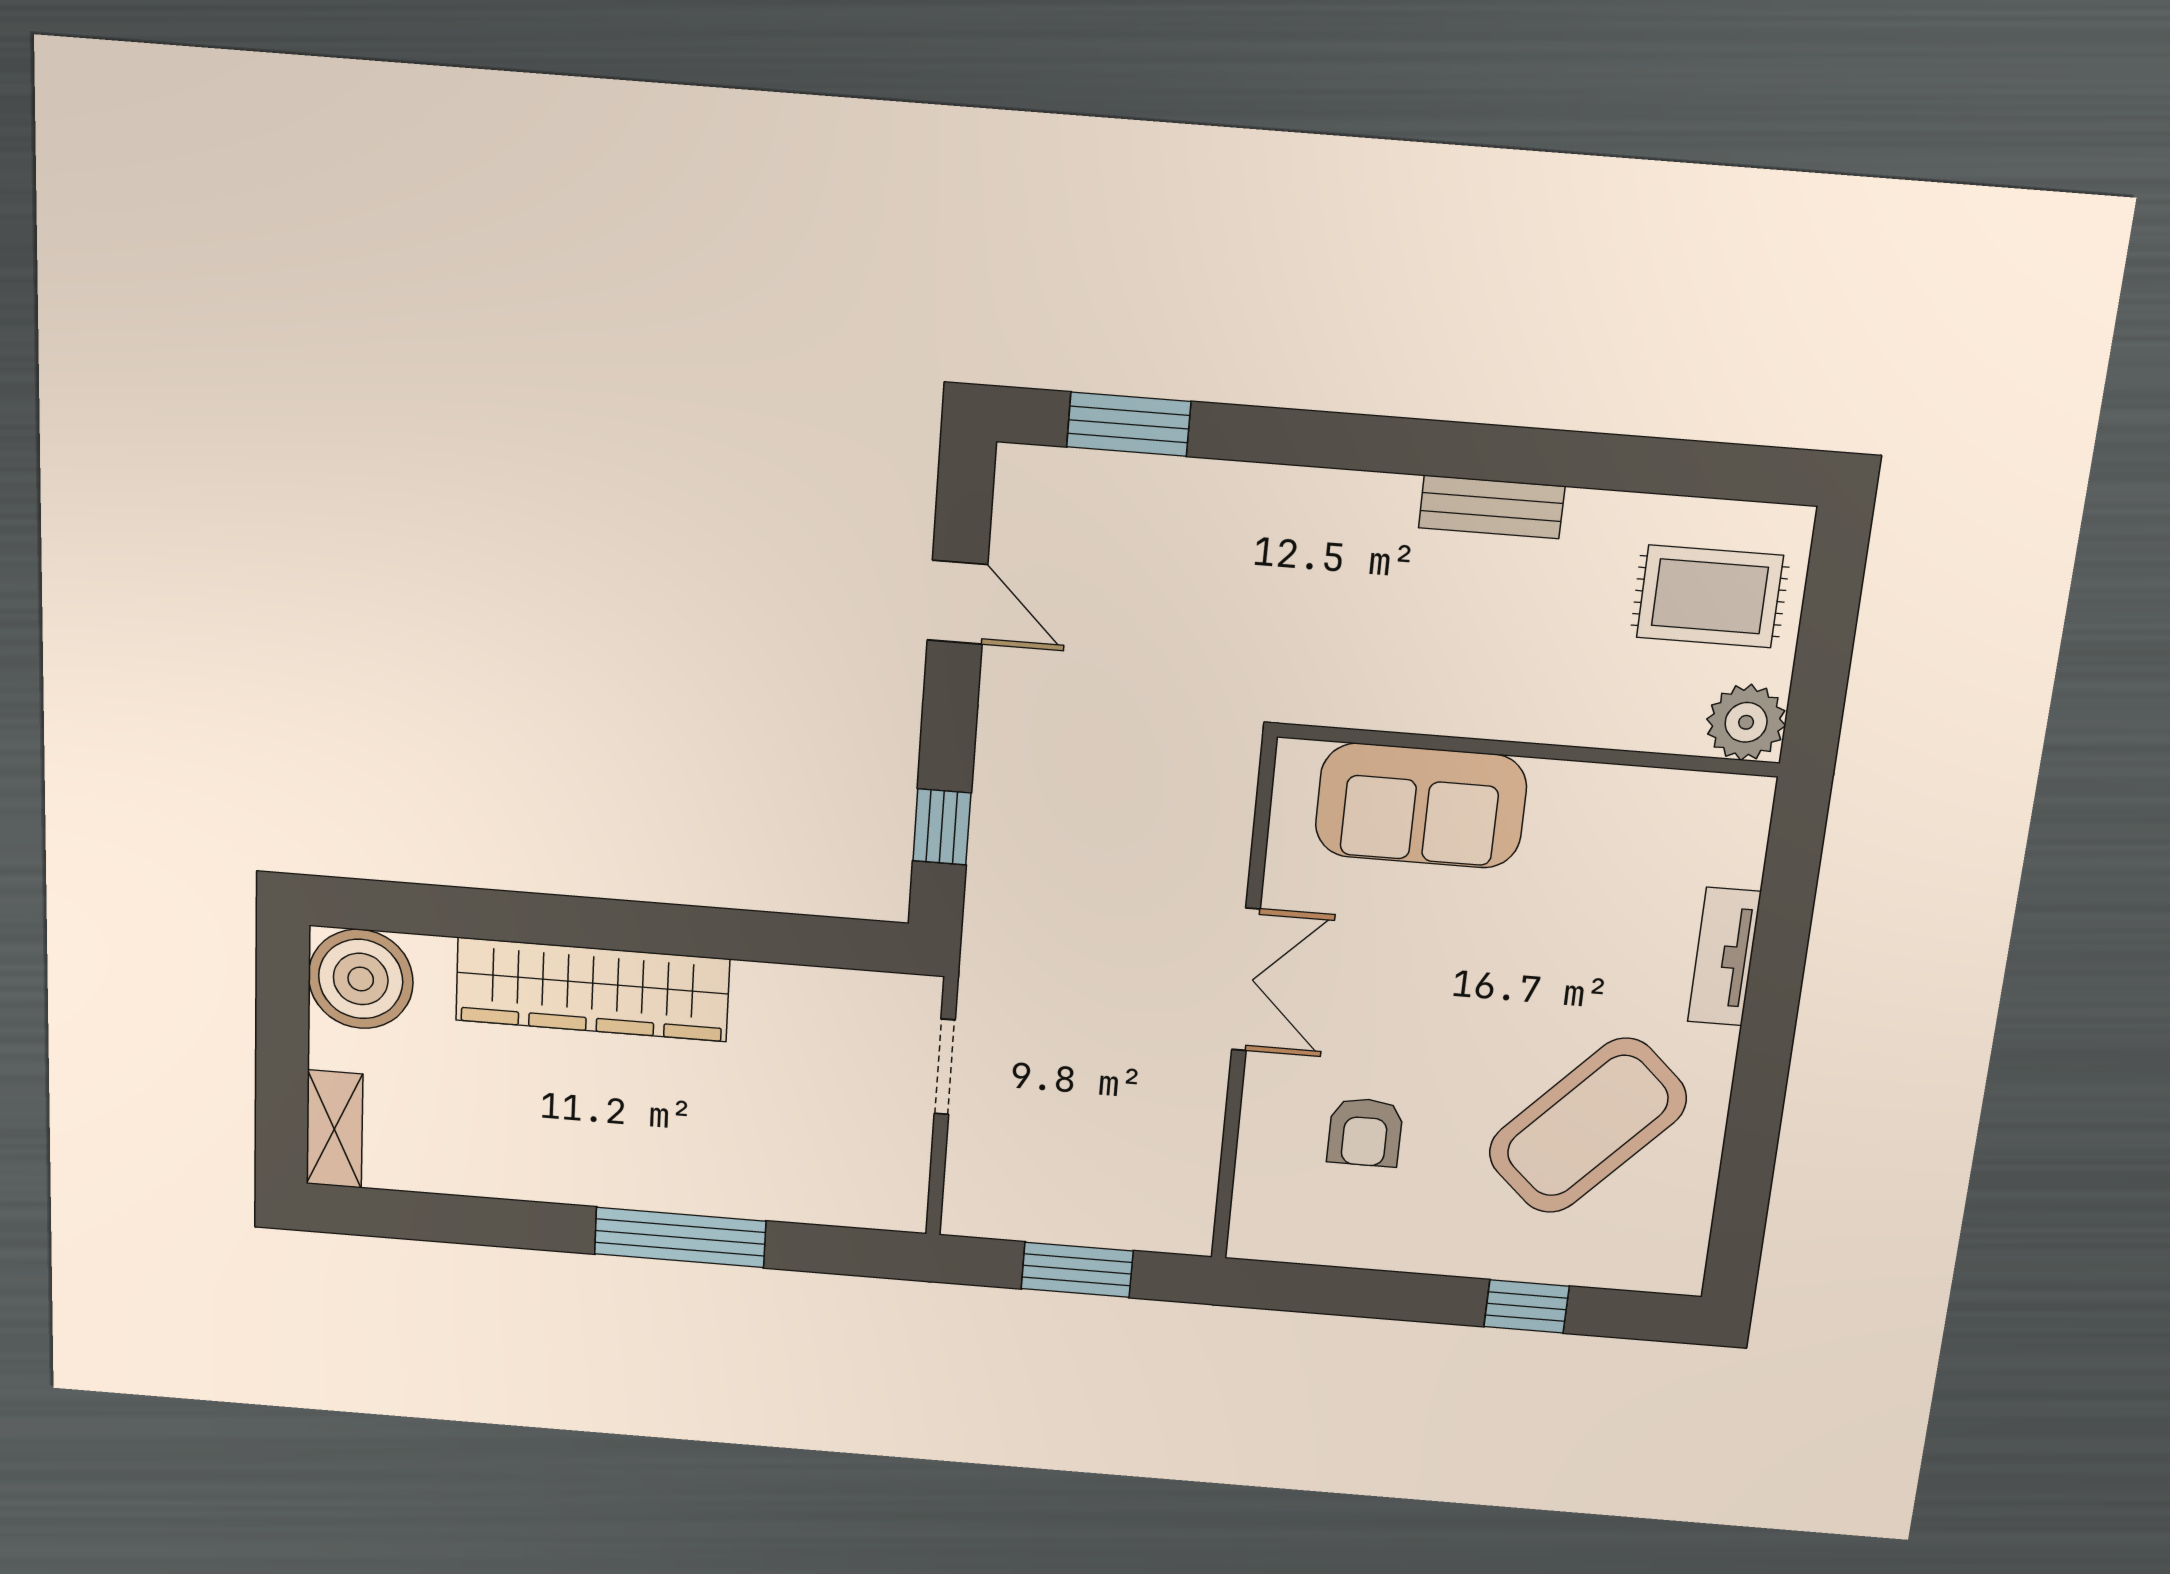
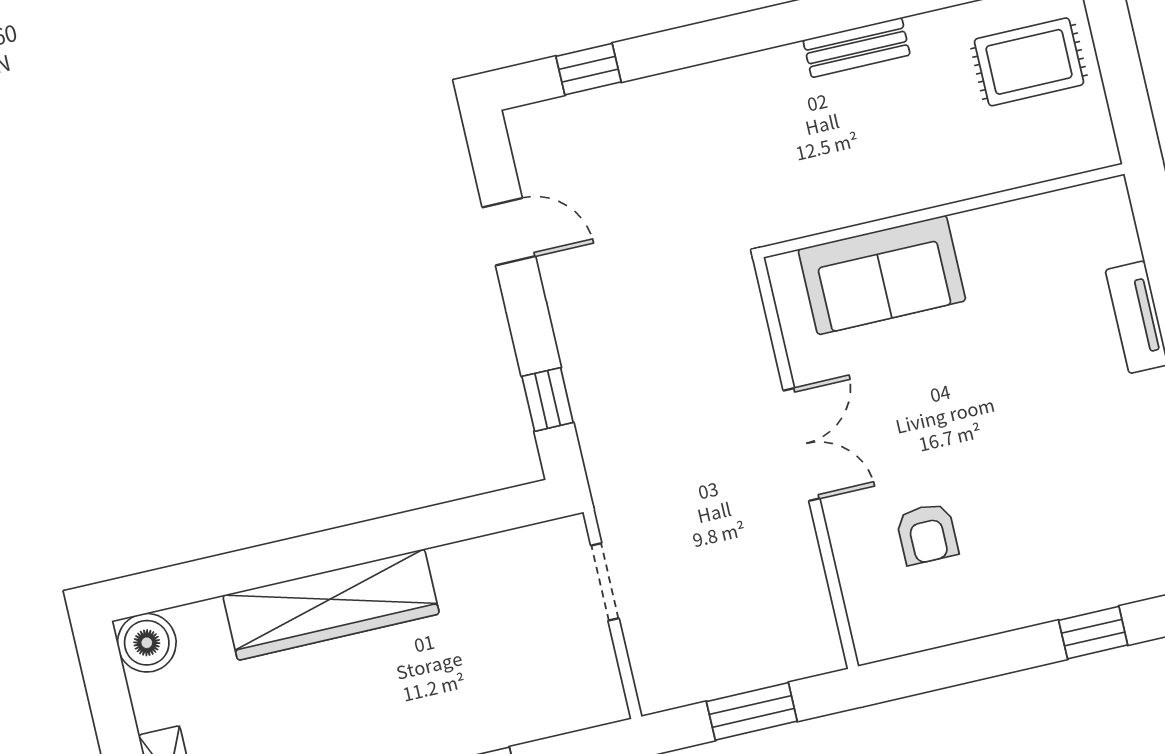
window: (1129, 424) -> (589, 69), width x0.67
plant: (1746, 722) -> (1088, 142), removed
boiler: (361, 979) -> (147, 643), width x0.73, depth x0.73
coffee table: (1588, 1126) -> (1086, 476), removed

